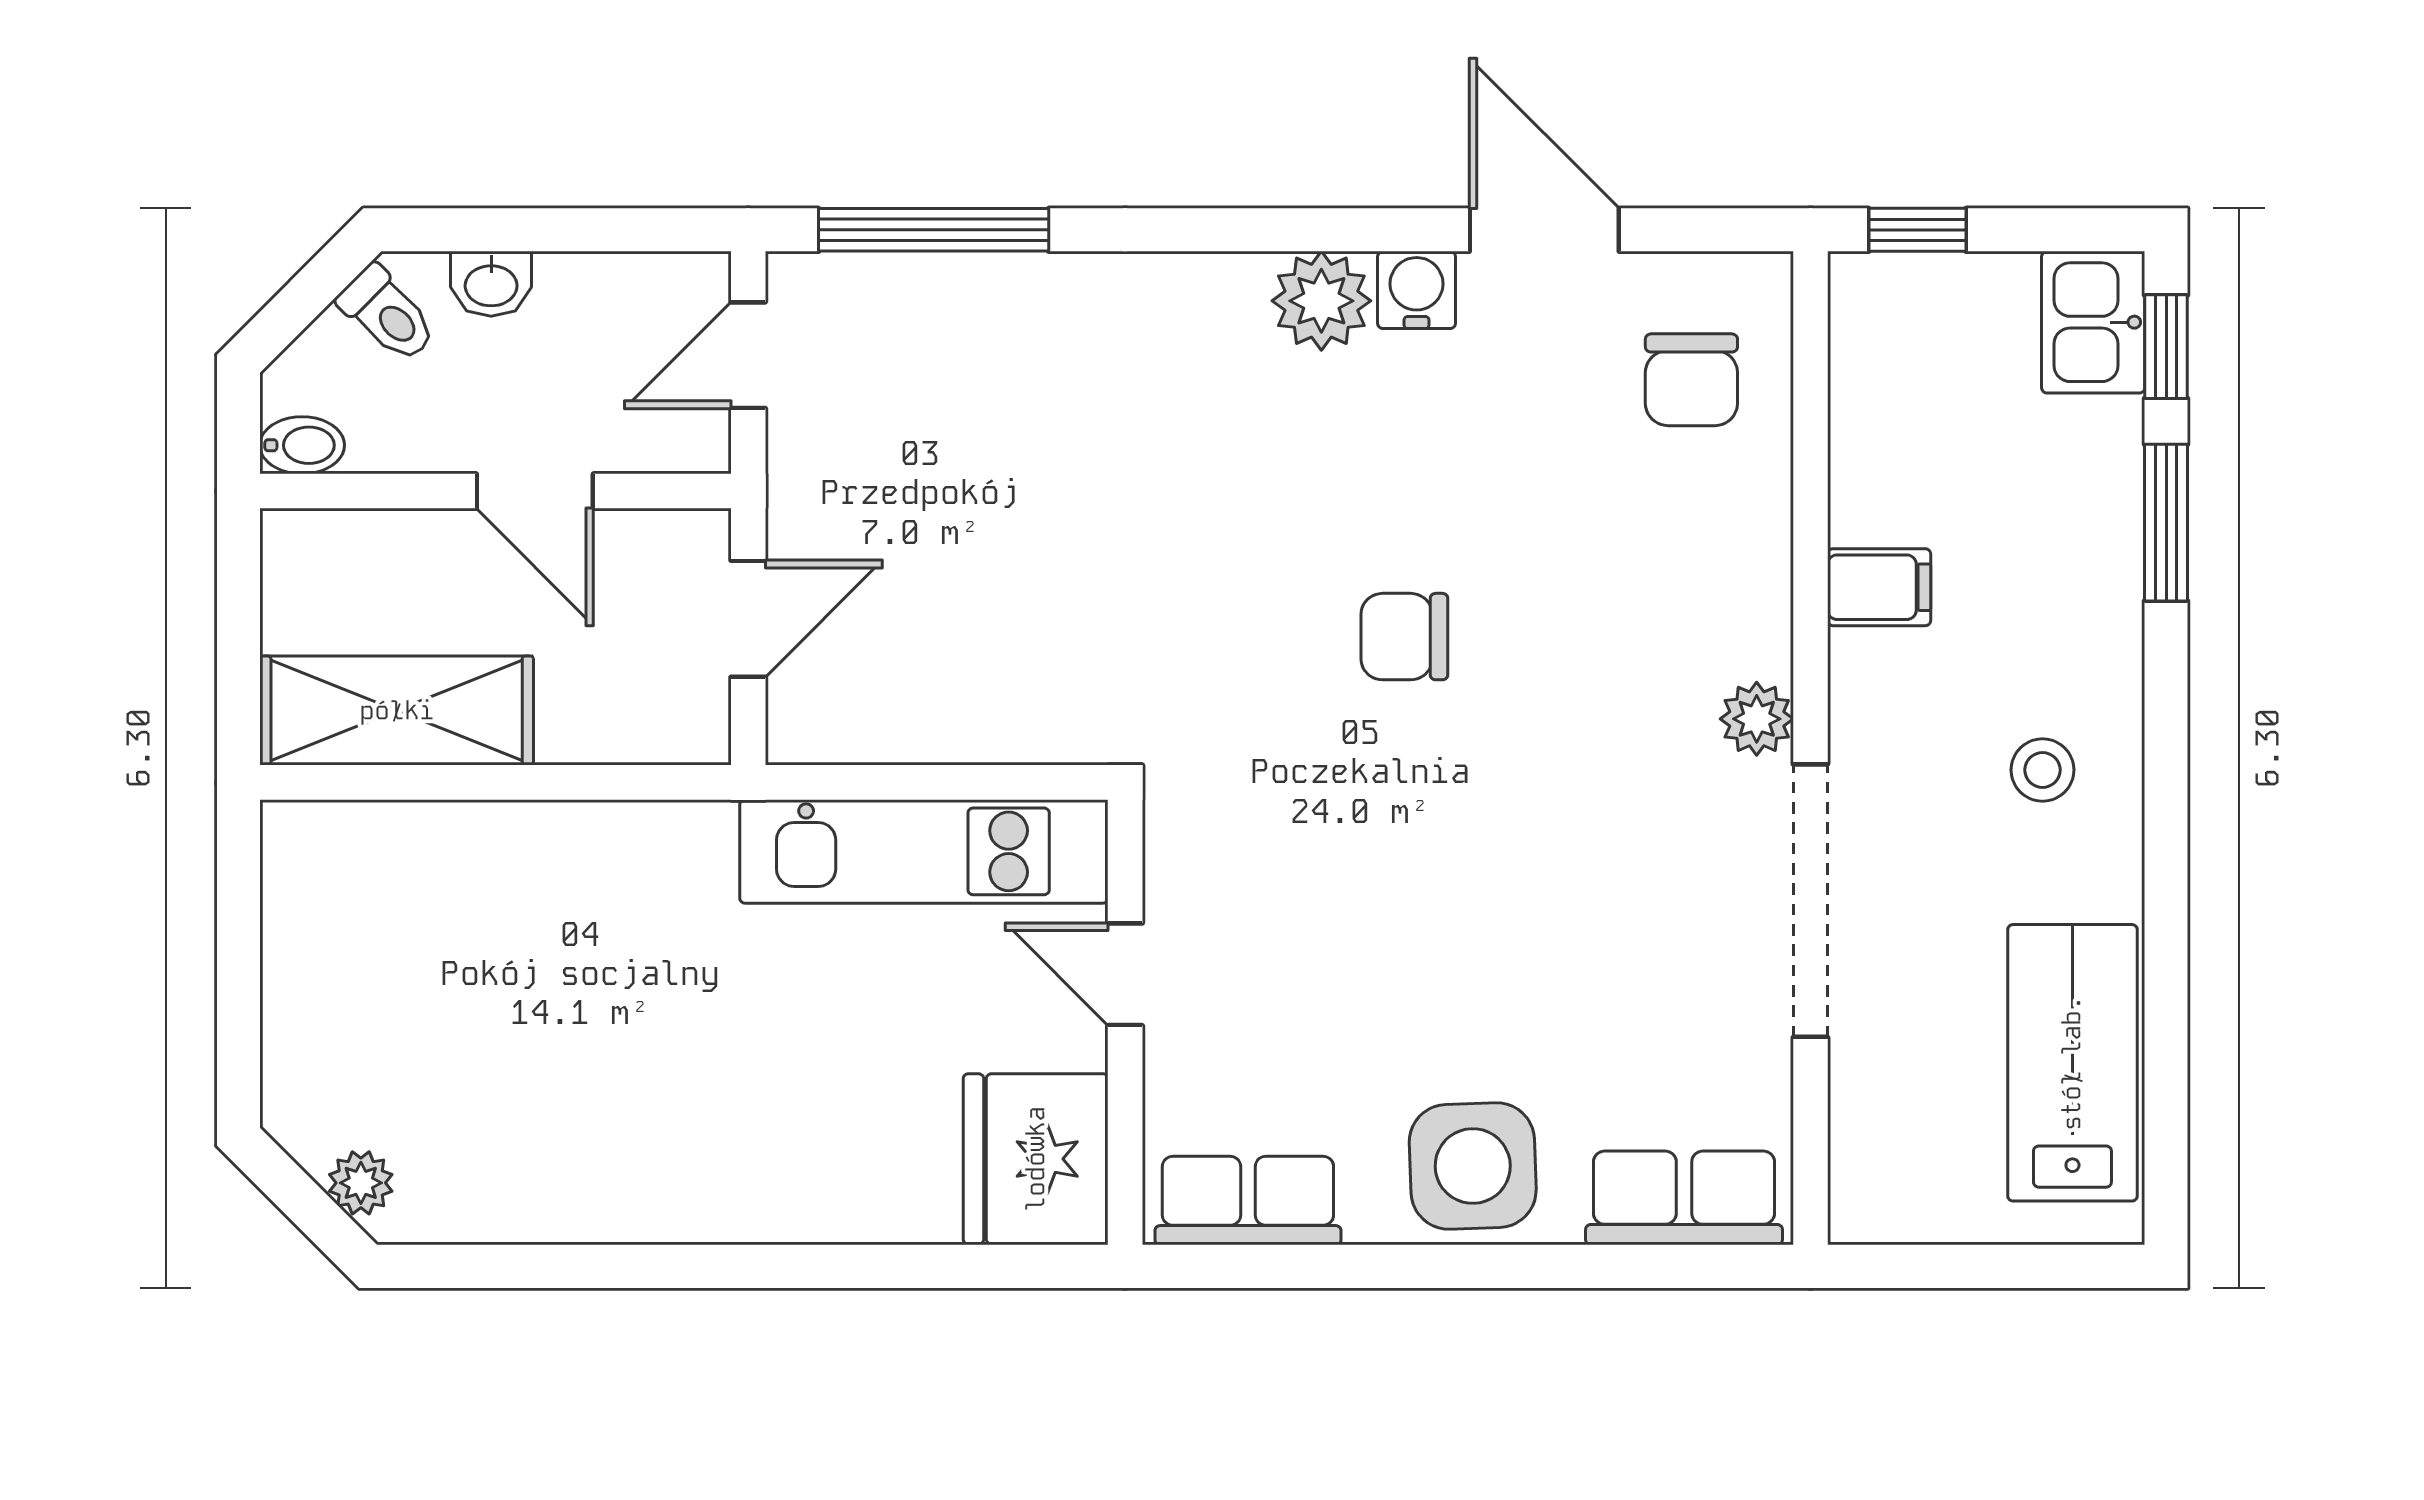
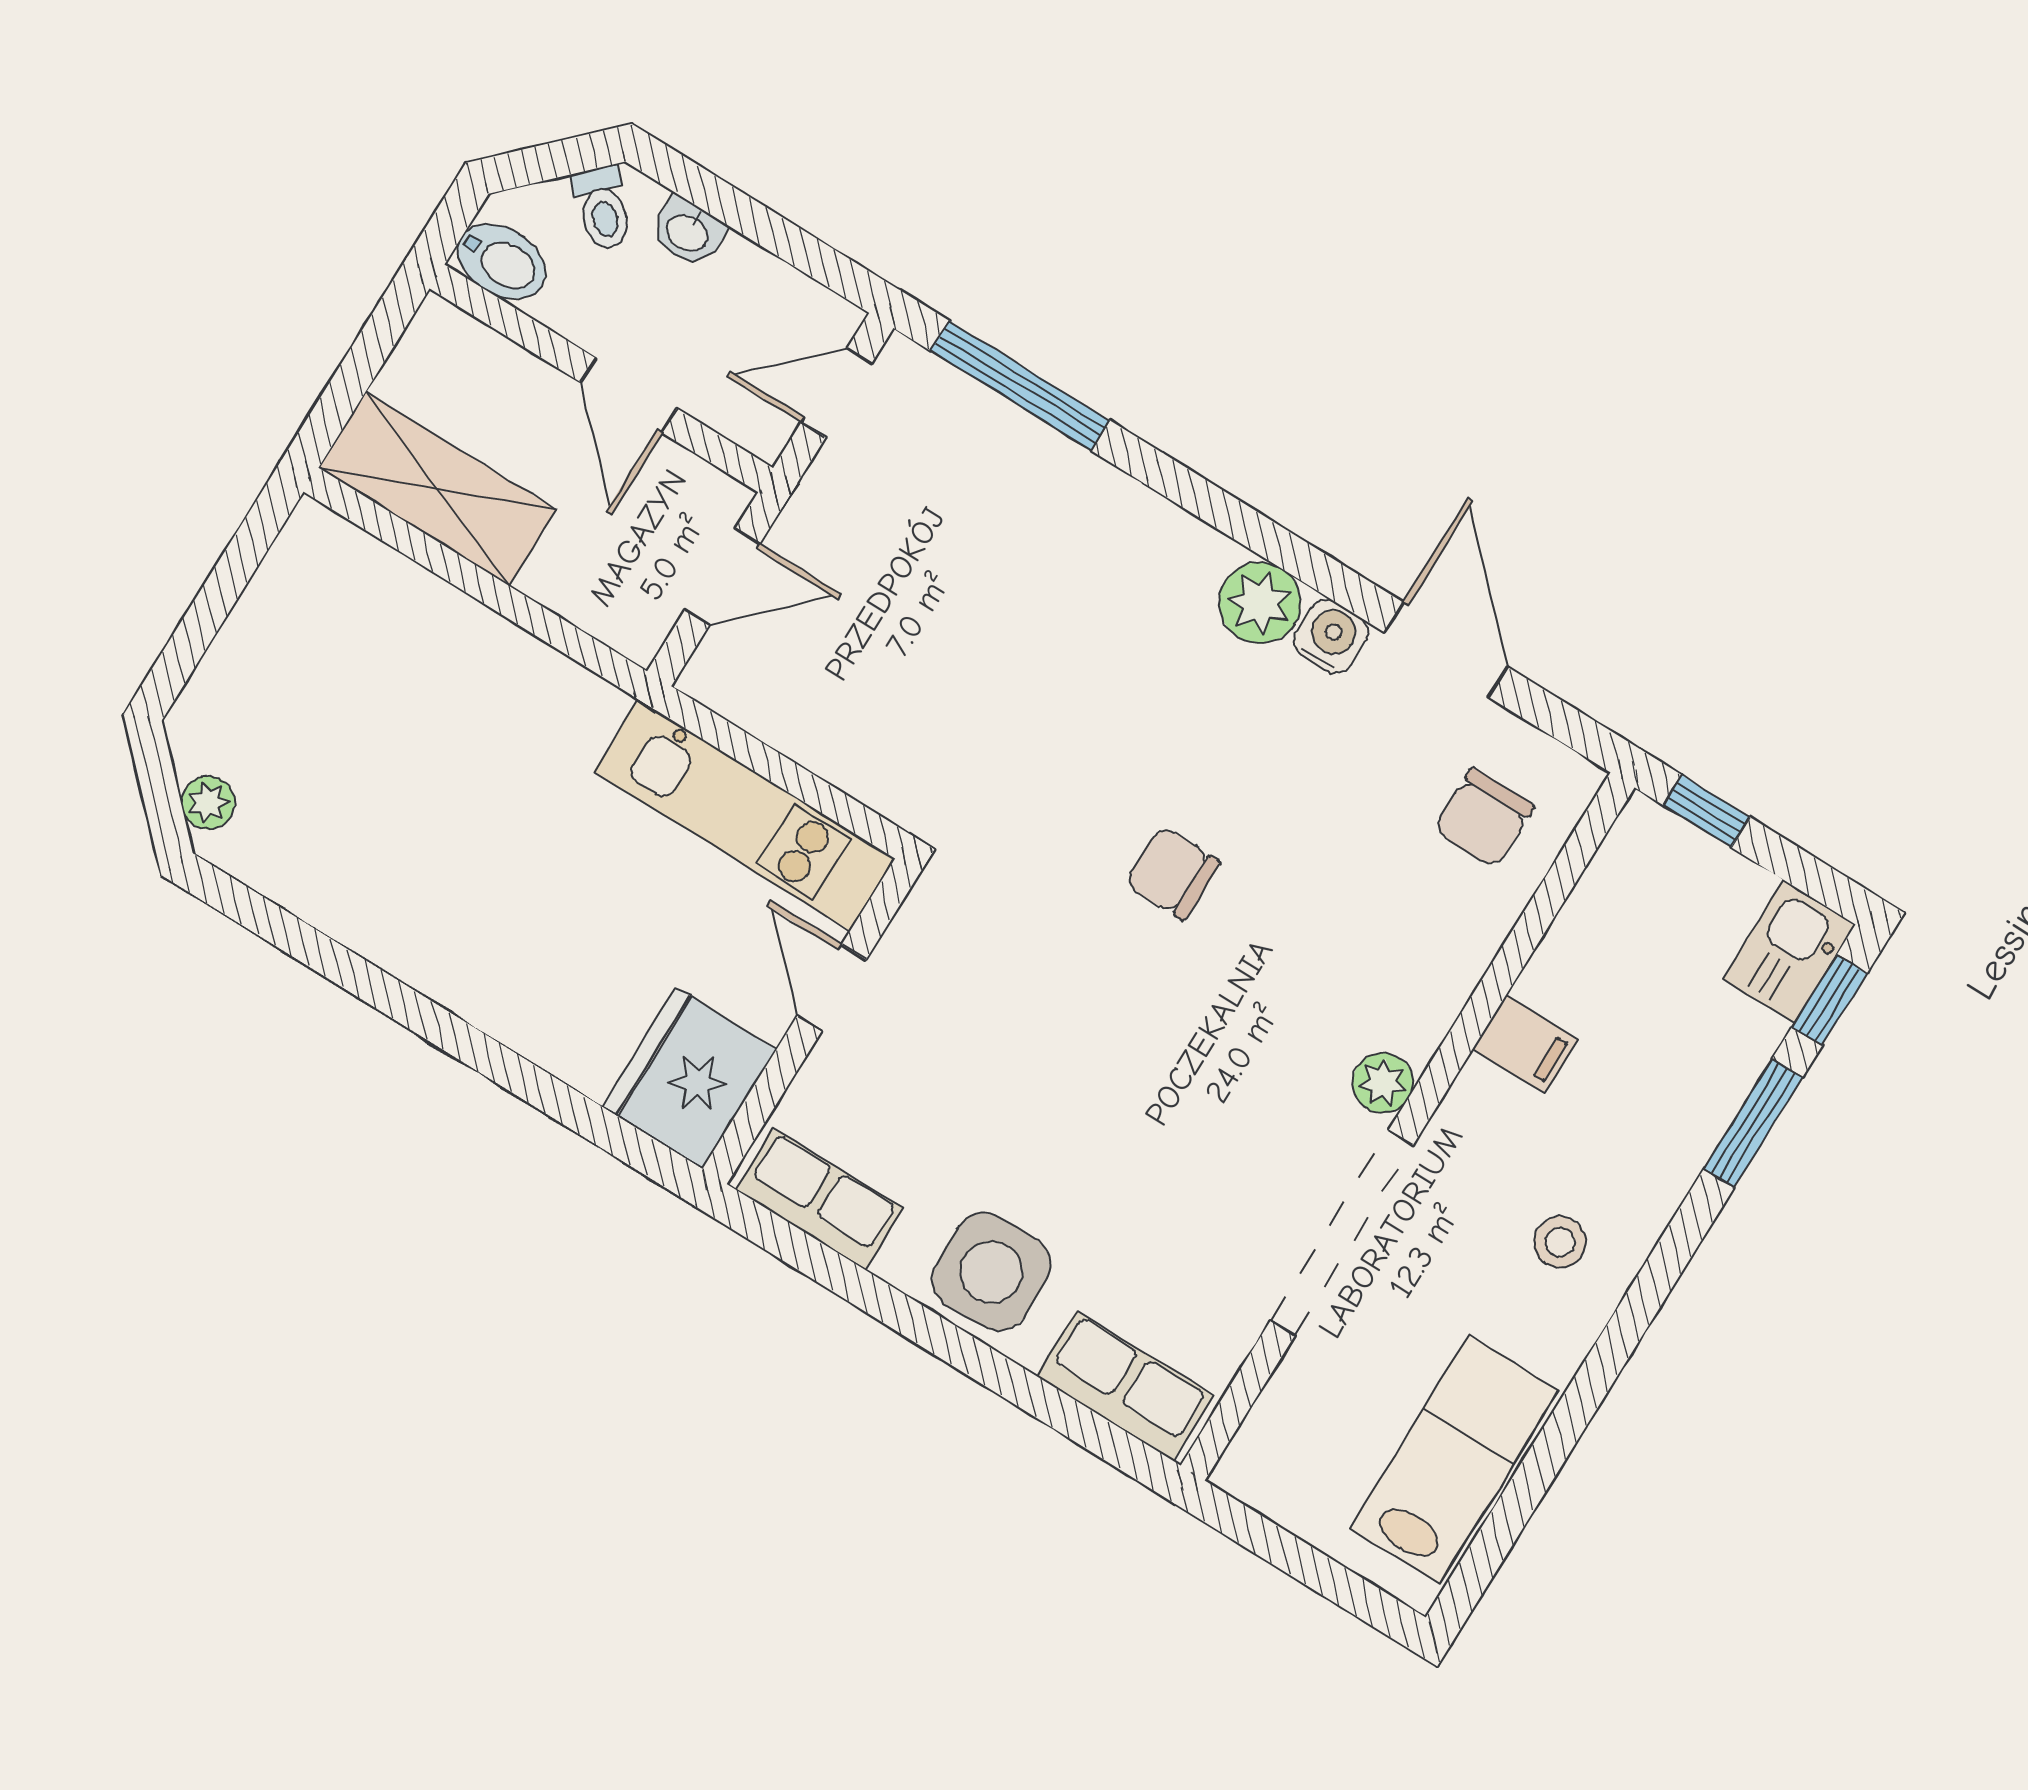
bidet: (302, 445) -> (502, 262), width x1.38, depth x1.36

